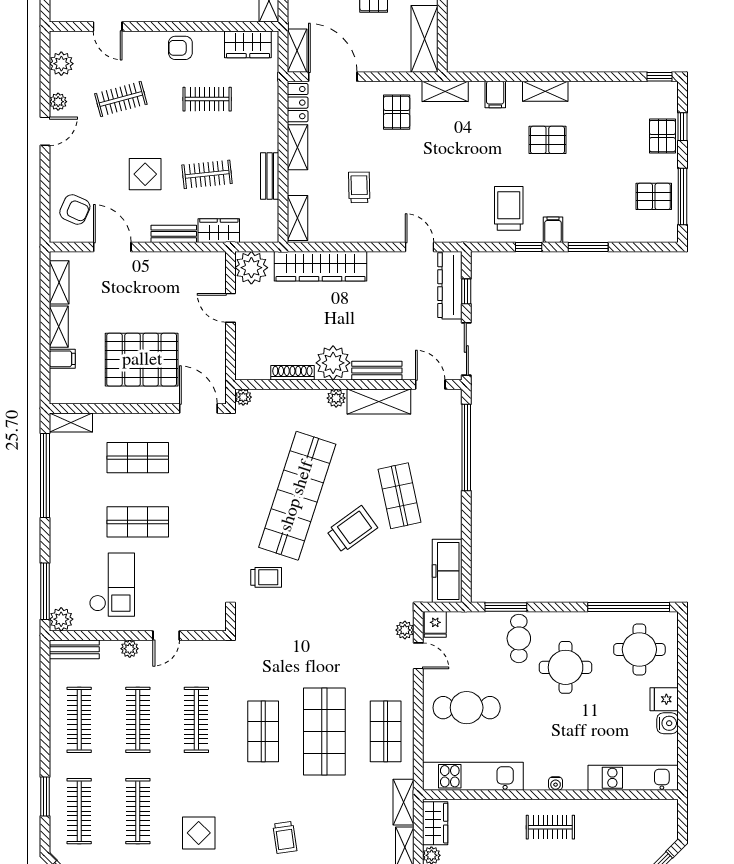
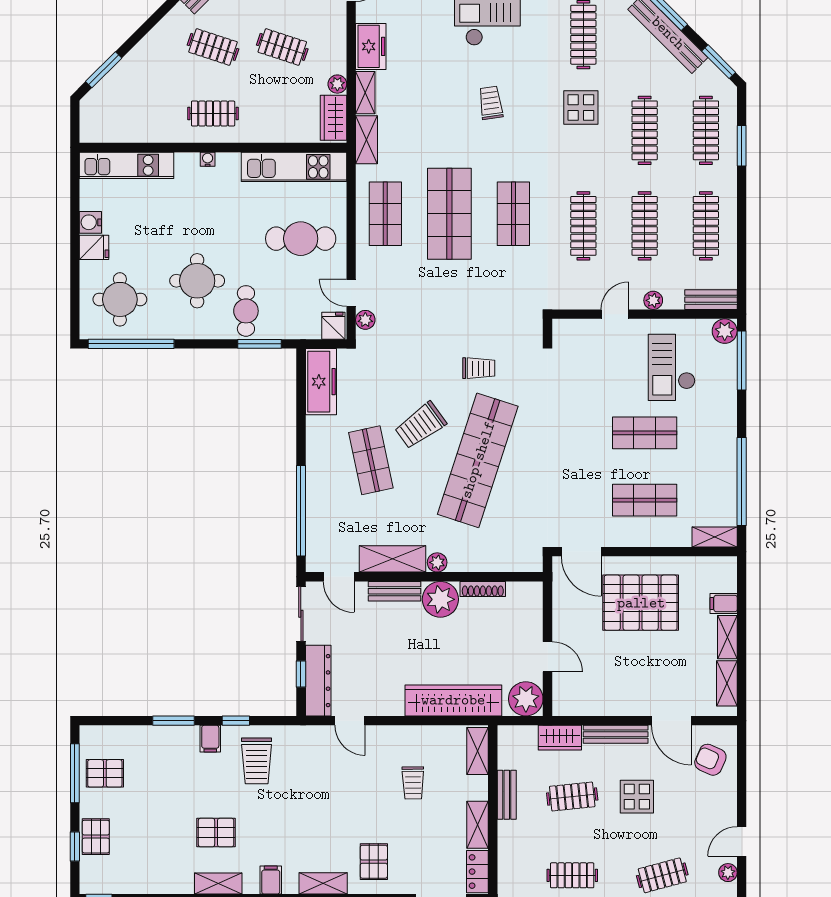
bench: (174, 234) -> (616, 734), width x1.36
plant: (243, 397) -> (534, 563), removed
trolley: (266, 577) -> (479, 368), moved, turned 180

